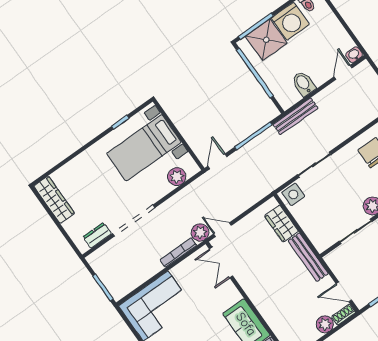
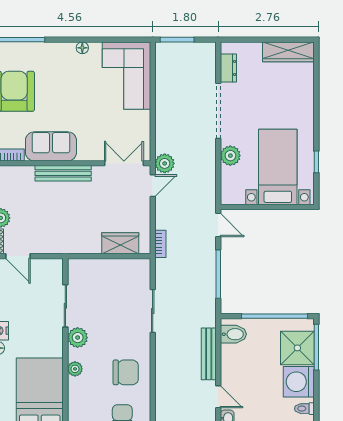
bidet: (304, 84) -> (233, 334), moved
bench: (296, 116) -> (209, 354), moved
plant: (177, 177) -> (230, 156), moved
side table: (293, 194) -> (139, 273), removed
bookcase: (178, 252) -> (160, 244), moved, width x0.64
bench: (308, 257) -> (63, 173), moved
door: (344, 292) -> (18, 256), swing flipped

